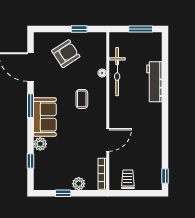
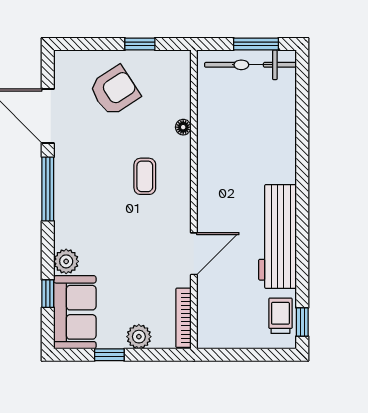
bicycle: (117, 72) -> (251, 65), moved, turned 90
workbench: (154, 82) -> (278, 236), moved, width x1.36, depth x1.32
window: (31, 106) -> (48, 189), width x1.44
sofa: (45, 117) -> (75, 312), moved
trolley: (128, 179) -> (280, 316), moved

